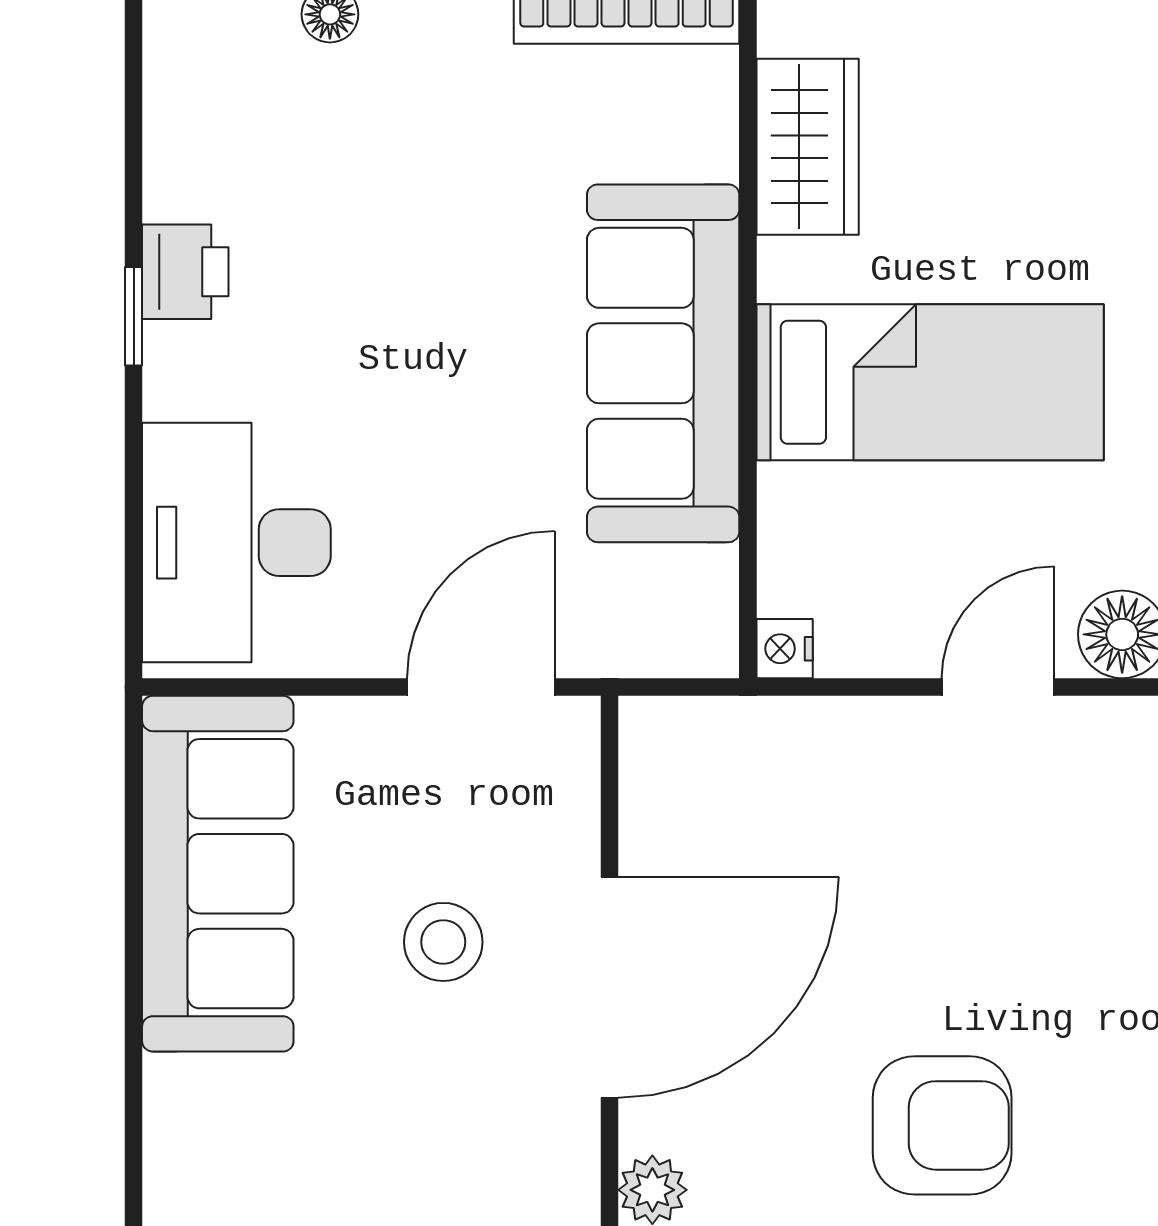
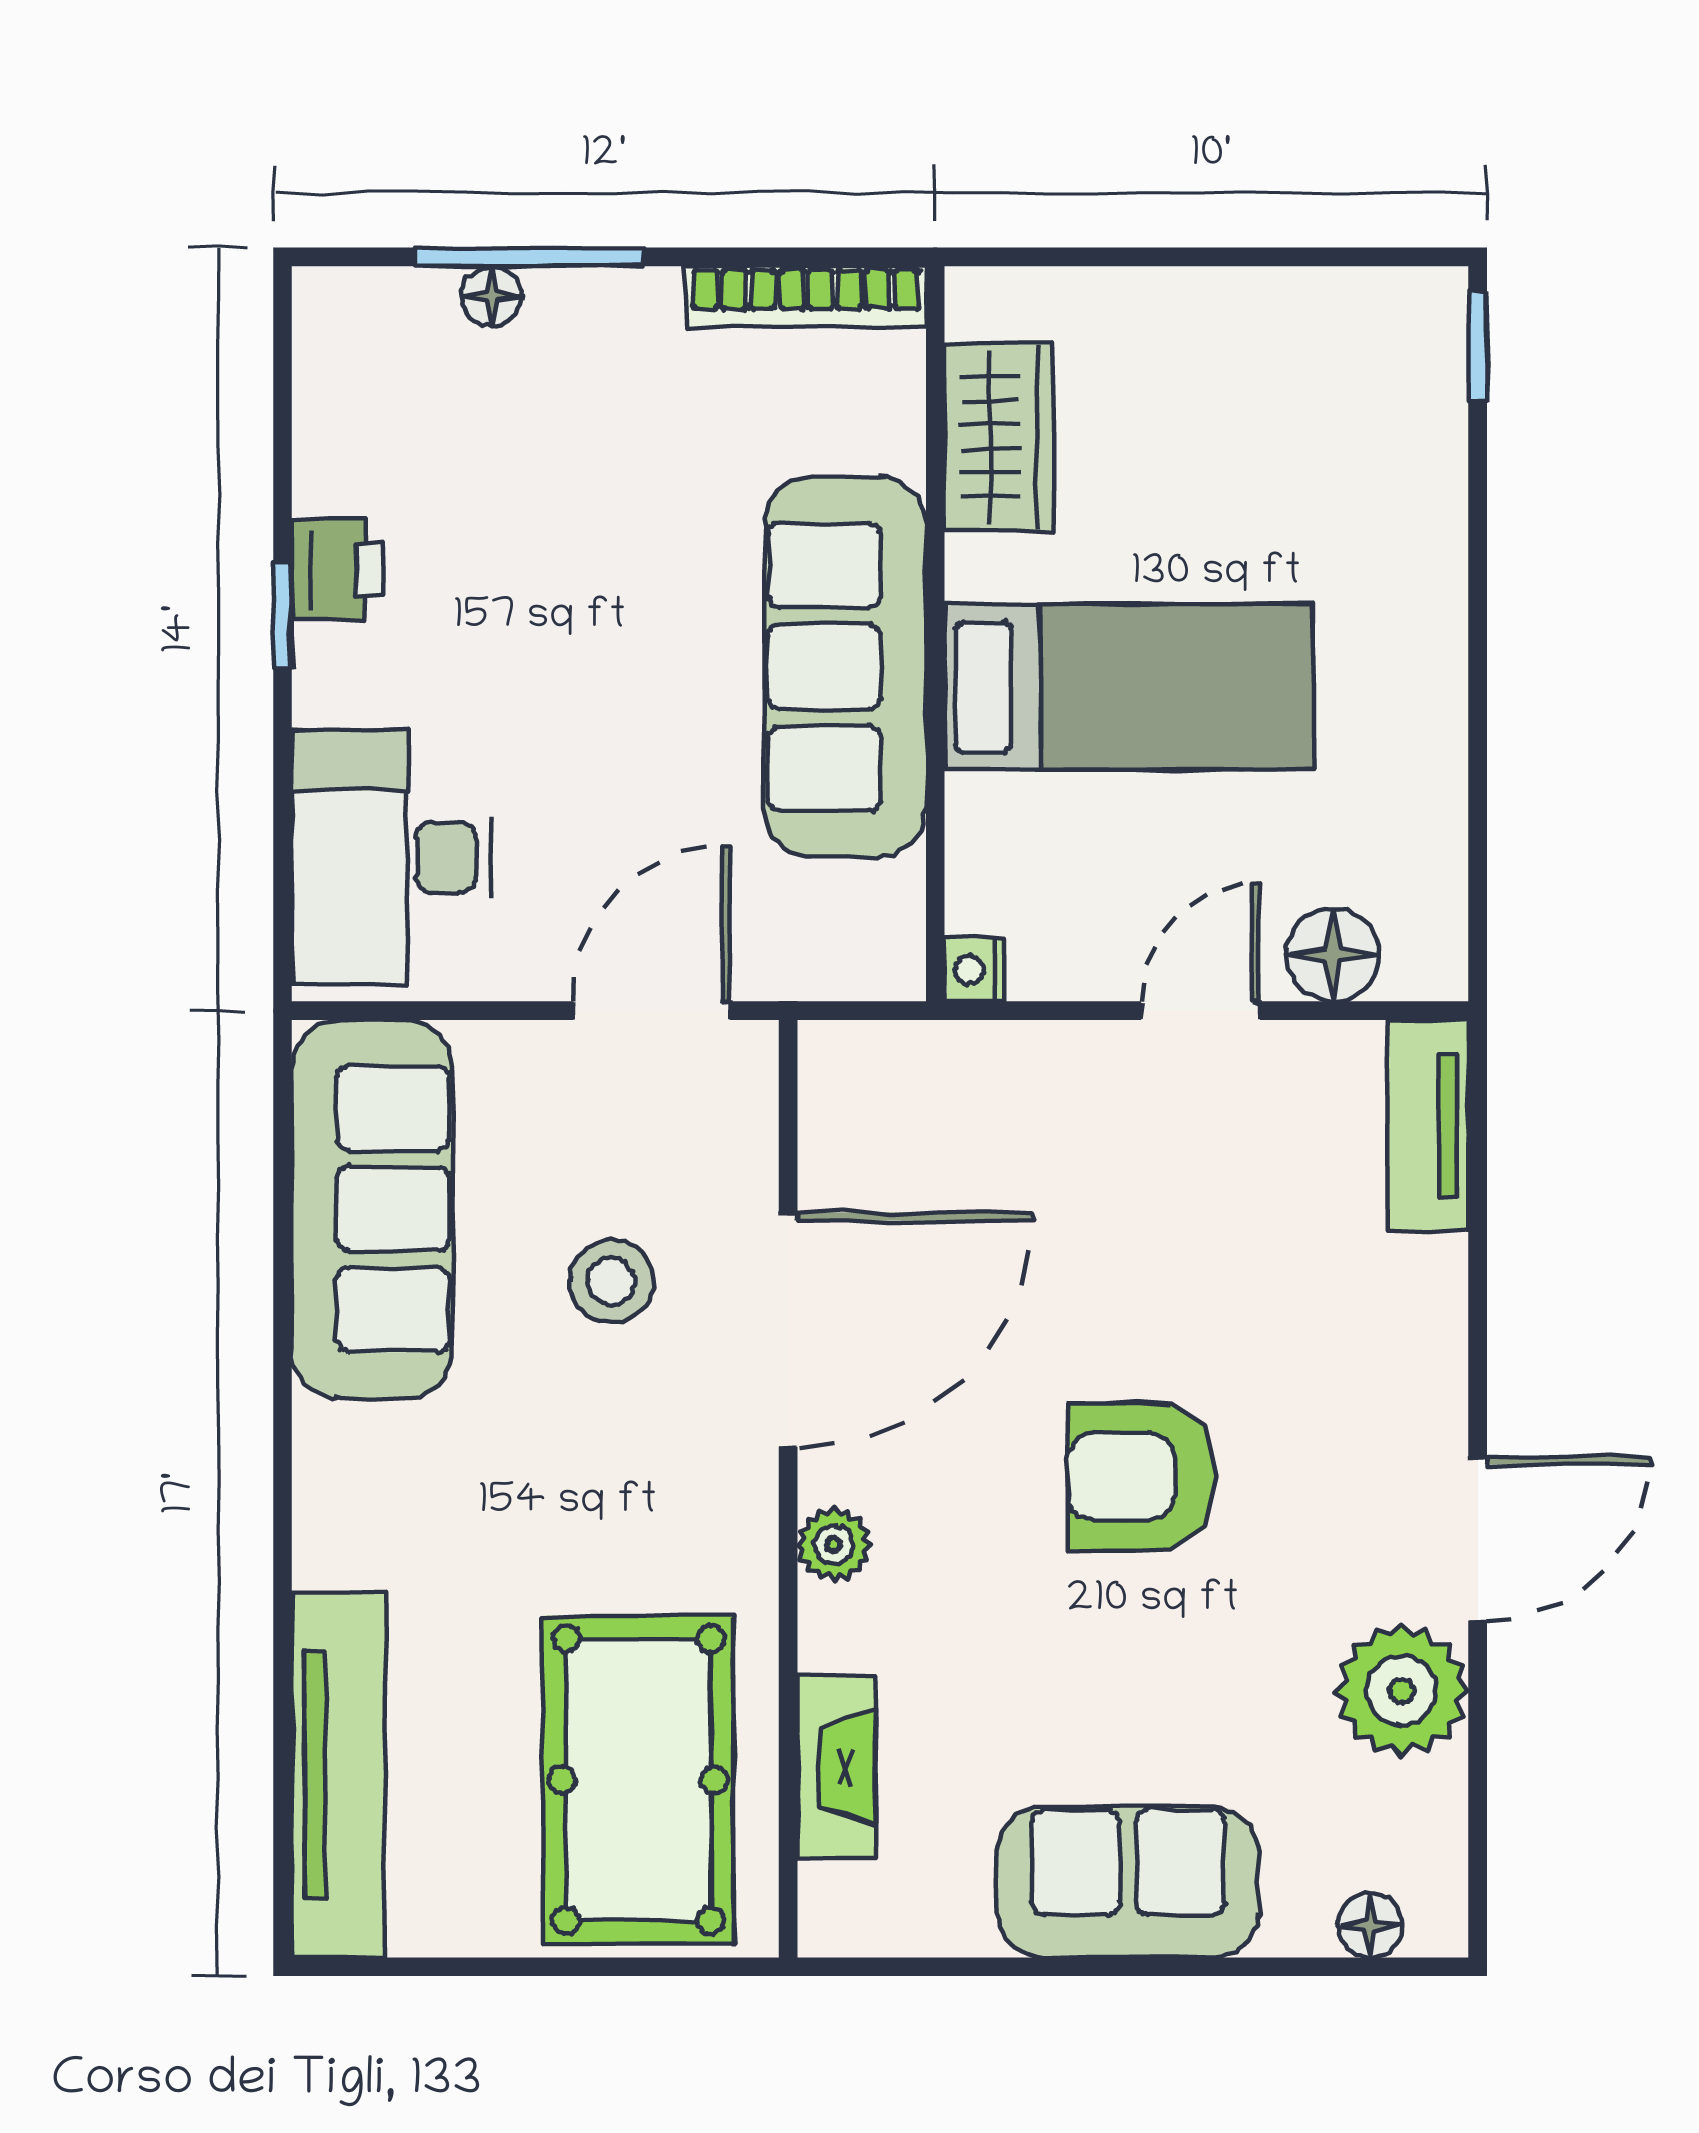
armchair: (942, 1125) -> (1142, 1476), turned 180

